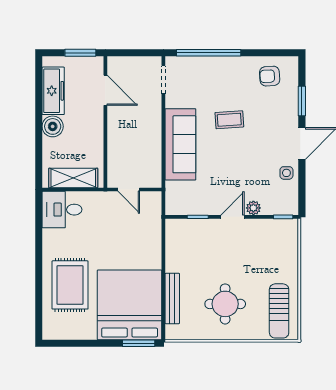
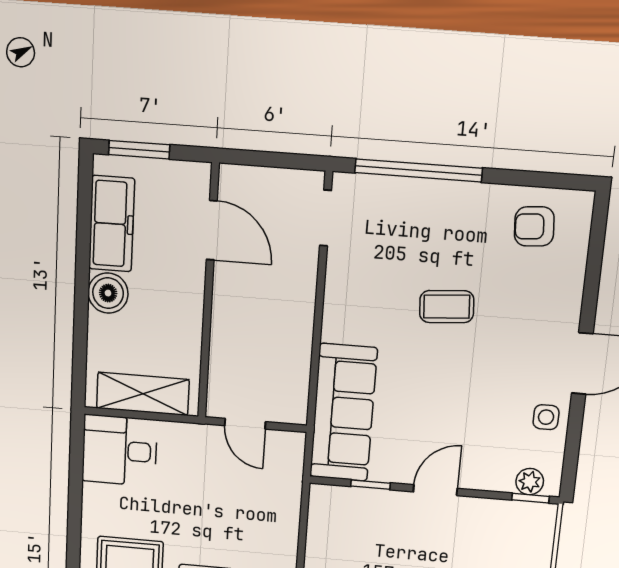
window: (80, 53) -> (139, 150), moved
window: (302, 101) -> (592, 281), removed
sofa: (180, 144) -> (343, 413), moved
plant: (253, 208) -> (530, 482), moved

